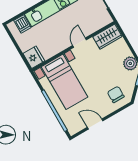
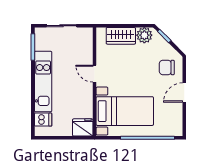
wardrobe: (107, 37) -> (121, 36), moved, turned 90
door: (95, 124) -> (184, 93), moved

